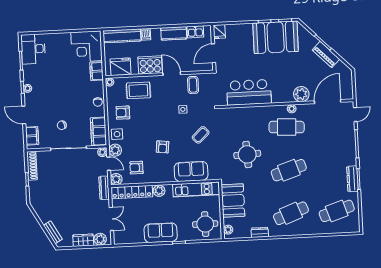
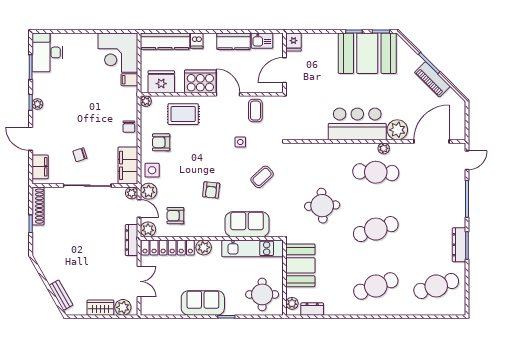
filing cabinet: (97, 71) -> (129, 80), width x0.50
bar counter: (249, 92) -> (357, 124), moved
dresser: (260, 232) -> (312, 309), moved

